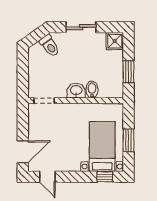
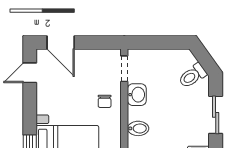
washbasin: (76, 90) -> (137, 95), moved
chair: (70, 117) -> (105, 101), added

